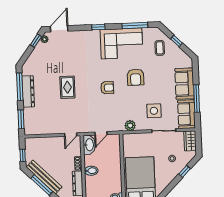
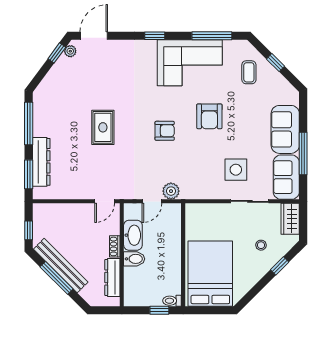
dresser: (28, 91) -> (41, 162), moved
plant: (130, 126) -> (171, 191), moved
washbasin: (89, 145) -> (133, 235), moved

